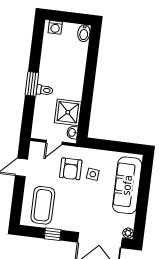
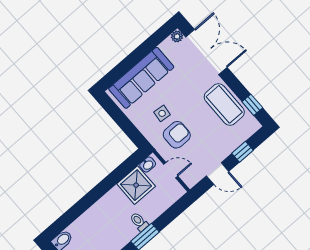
window: (18, 196) -> (243, 152), added
coffee table: (43, 205) -> (224, 104), moved, turned 90
window: (53, 234) -> (252, 105), moved

